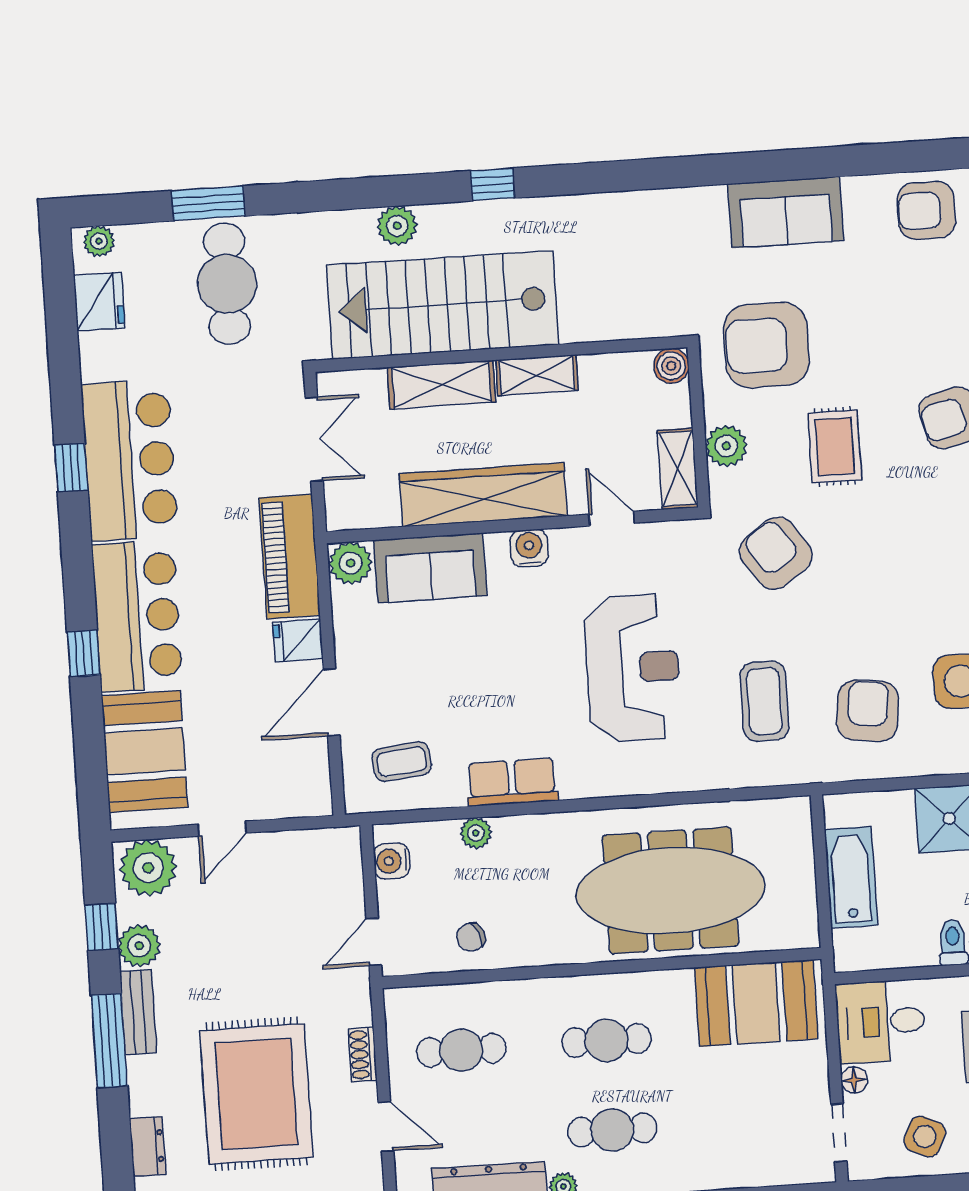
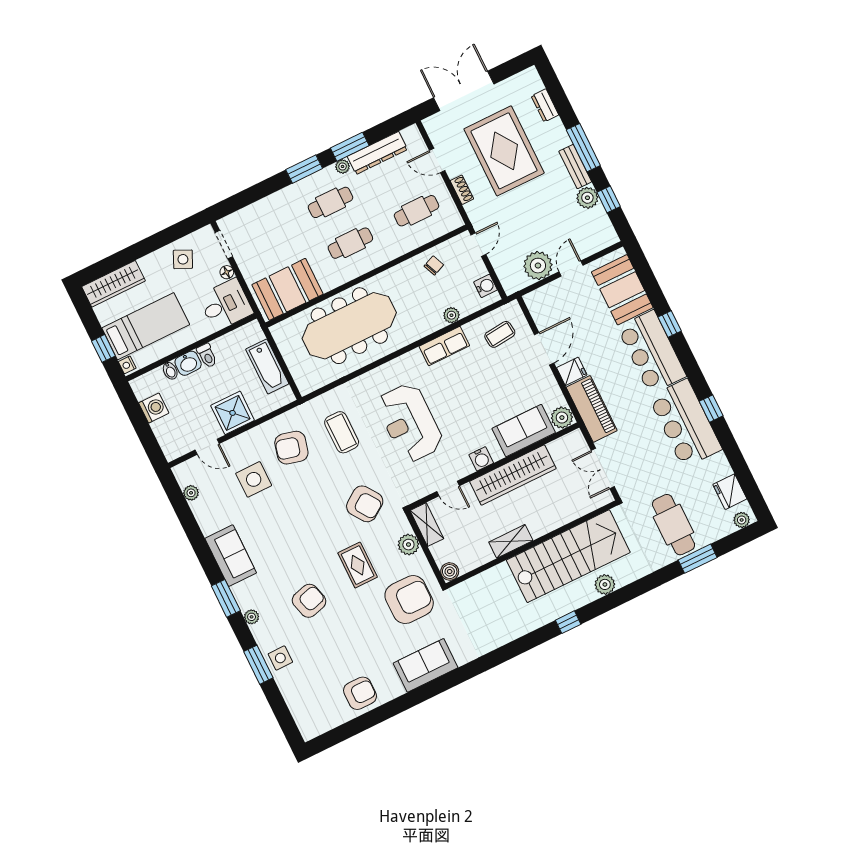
shelving: (441, 385) -> (554, 519), removed
armchair: (868, 711) -> (291, 448), turned 97
plant: (148, 868) -> (538, 266), moved

